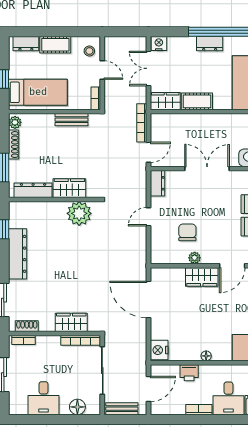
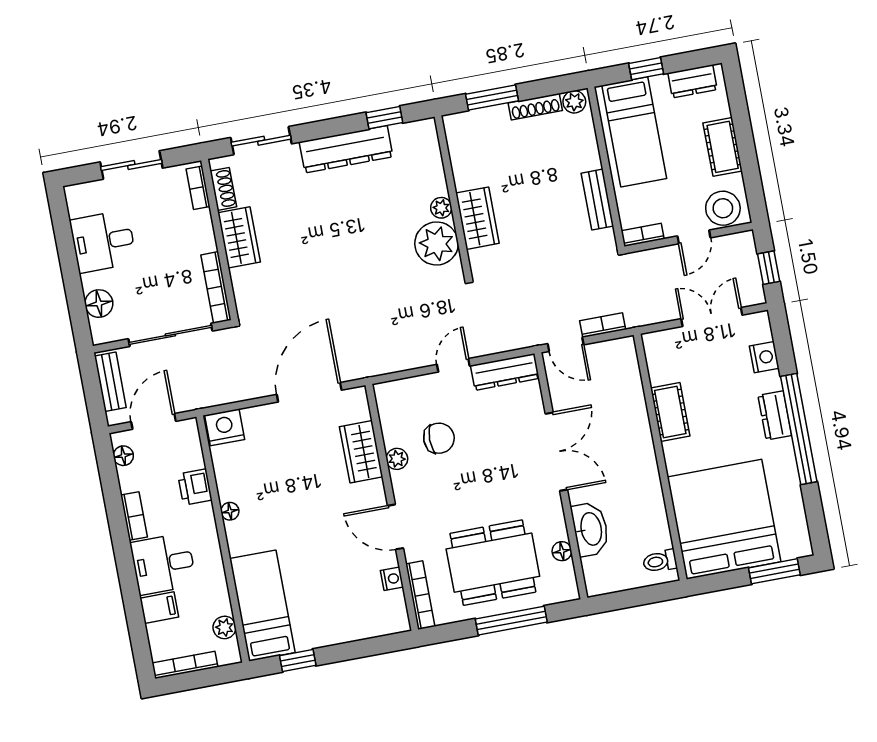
window: (127, 32) -> (769, 268), added
dresser: (26, 44) -> (693, 81), moved, turned -90
nightstand: (159, 44) -> (764, 357), moved
stool: (89, 51) -> (723, 208), width x1.89, depth x1.89
wardrobe: (165, 101) -> (660, 357), removed
bookcase: (142, 123) -> (603, 325), width x0.64
dresser: (158, 183) -> (505, 372), width x1.44
dresser: (33, 190) -> (462, 156), removed
plant: (60, 207) -> (441, 208), added
door: (148, 217) -> (453, 365), hinge flipped
wardrobe: (202, 277) -> (361, 452), moved
wardrobe: (71, 322) -> (239, 237), moved
door: (148, 389) -> (153, 421), swing flipped
floor lamp: (164, 409) -> (123, 456), added

